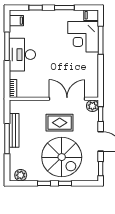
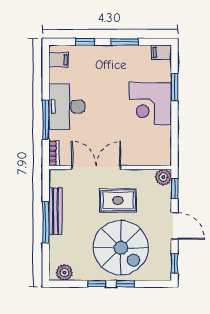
corner desk: (83, 37) -> (150, 104), moved
window: (101, 40) -> (174, 87), width x0.69
window: (7, 46) -> (46, 120), moved
double door: (67, 99) -> (96, 168), moved

